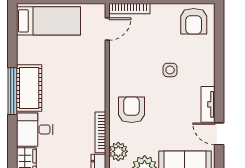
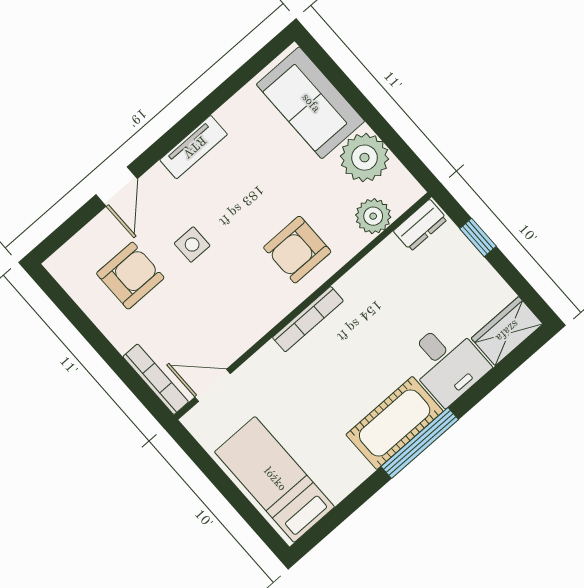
armchair: (194, 21) -> (130, 276), moved
bookcase: (100, 132) -> (308, 319), moved
door: (219, 134) -> (117, 187), moved

